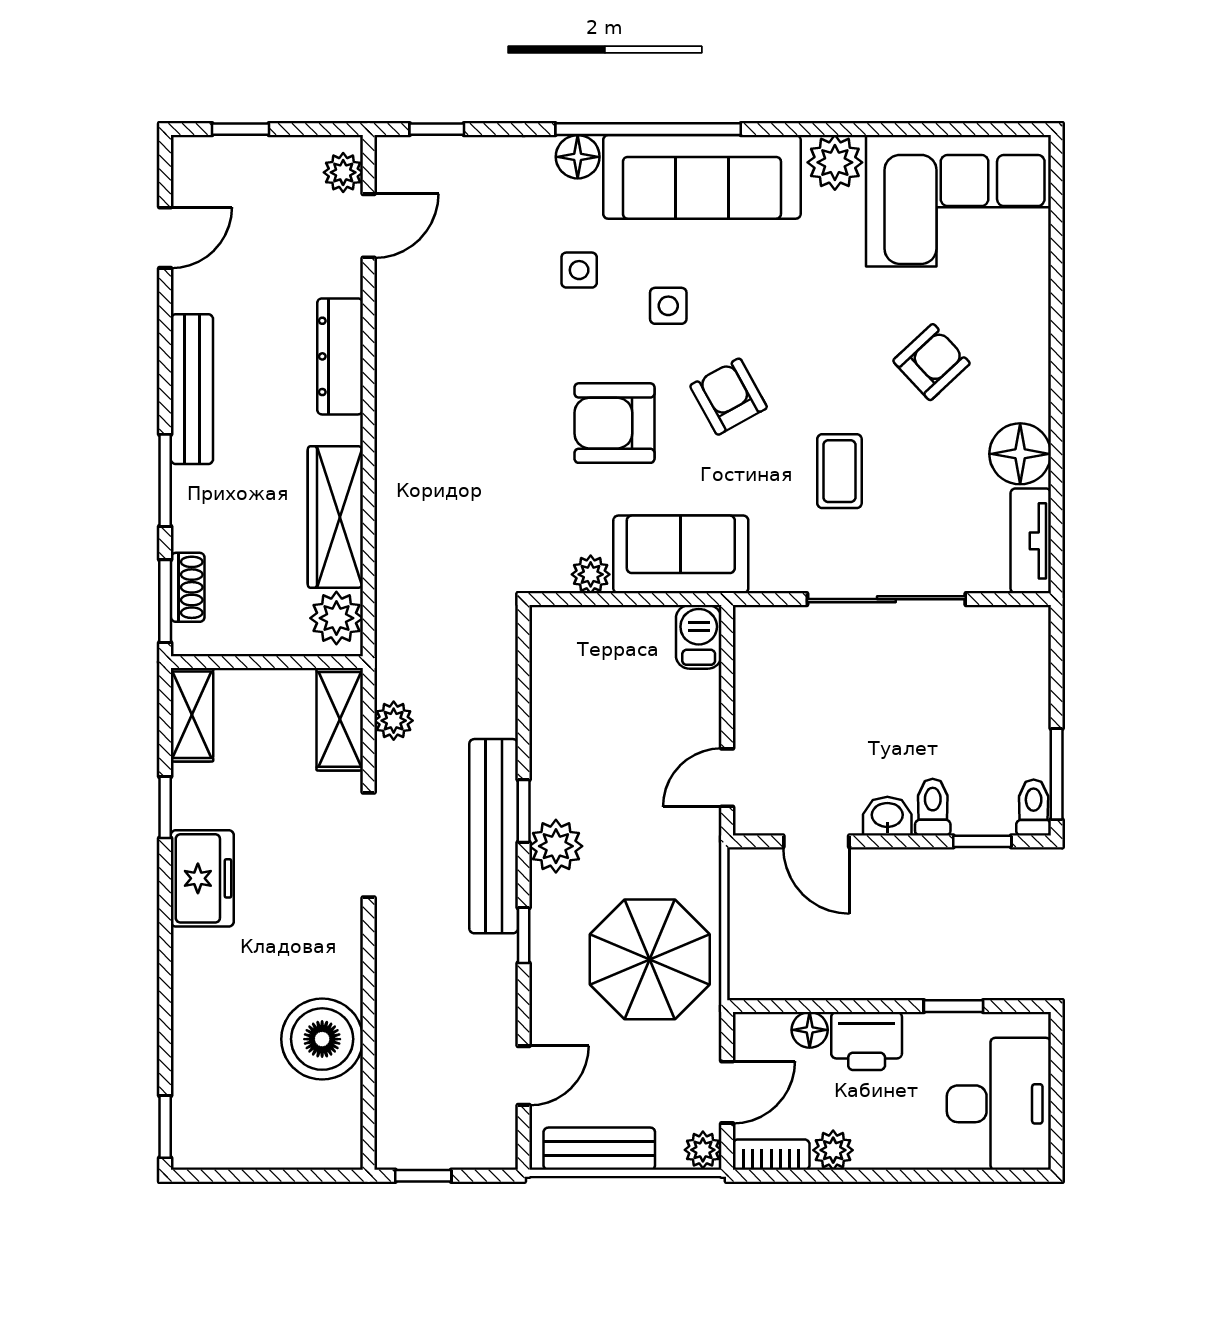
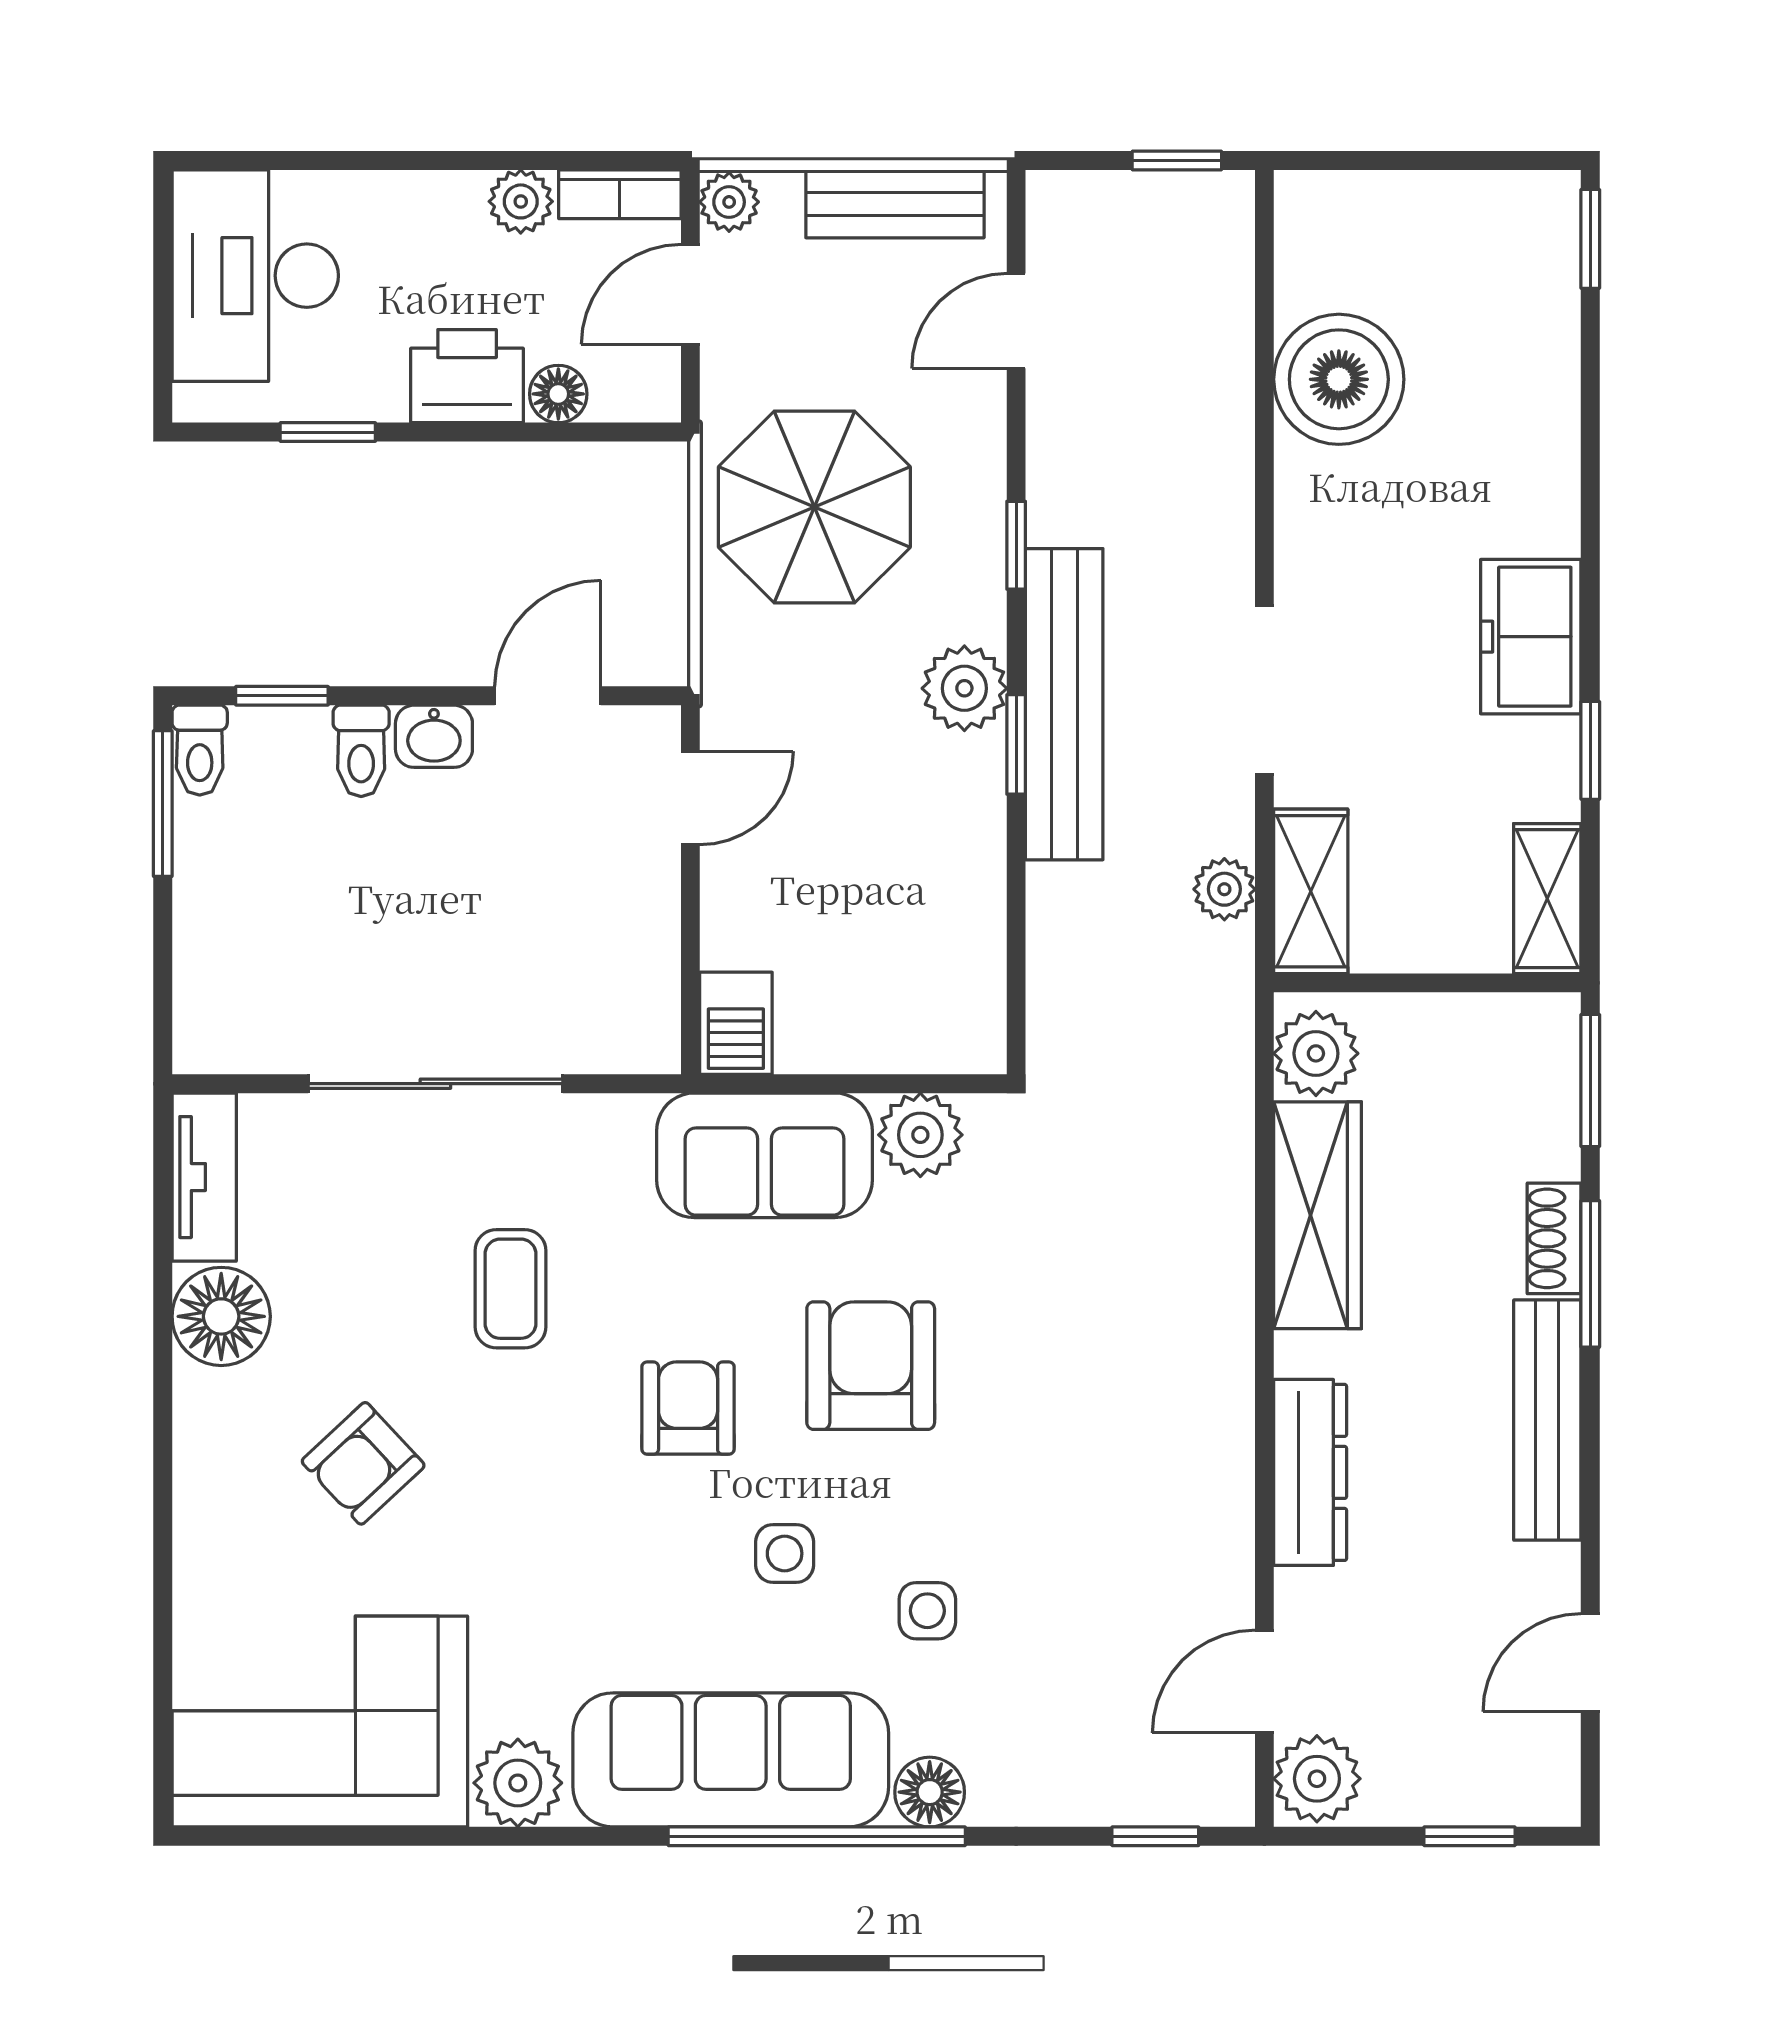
plant: (343, 172) -> (1317, 1779), width x1.38, depth x1.38
armchair: (729, 397) -> (688, 1408), turned -151
armchair: (615, 423) -> (871, 1366), turned -90
plant: (591, 574) -> (920, 1135), width x1.38, depth x1.38
shoe rack: (188, 587) -> (1554, 1238), moved
door: (816, 841) -> (548, 696), hinge flipped

